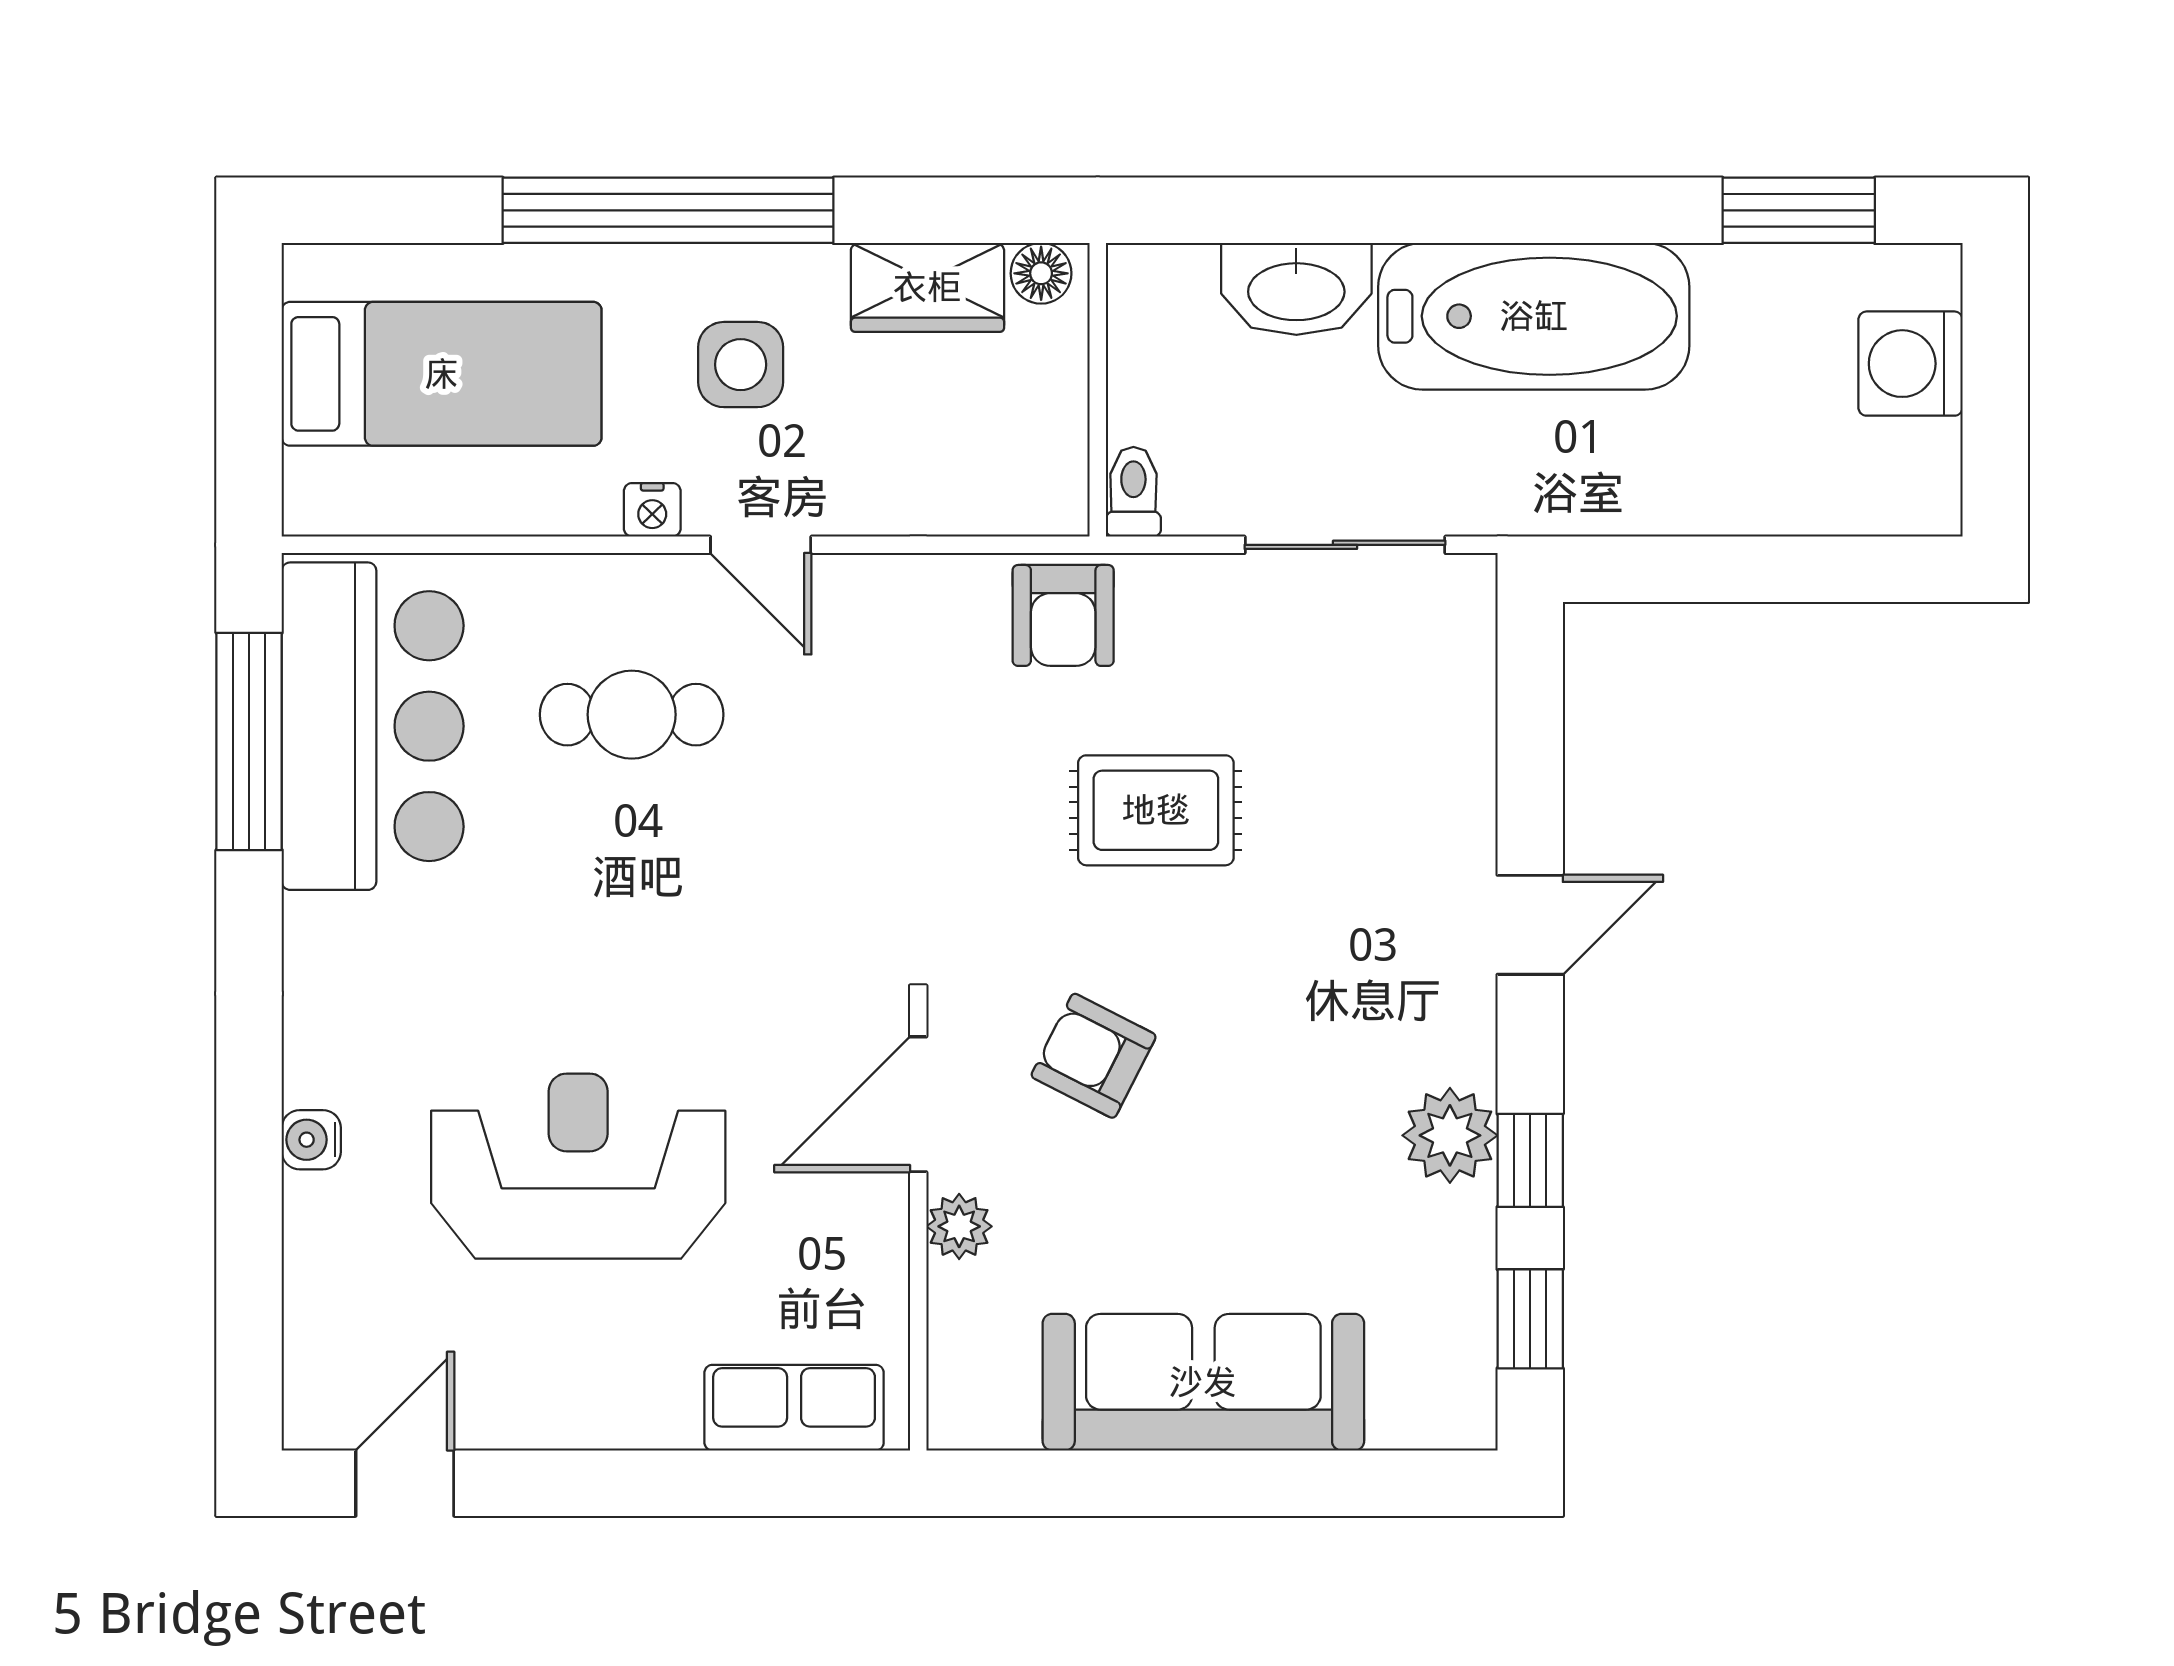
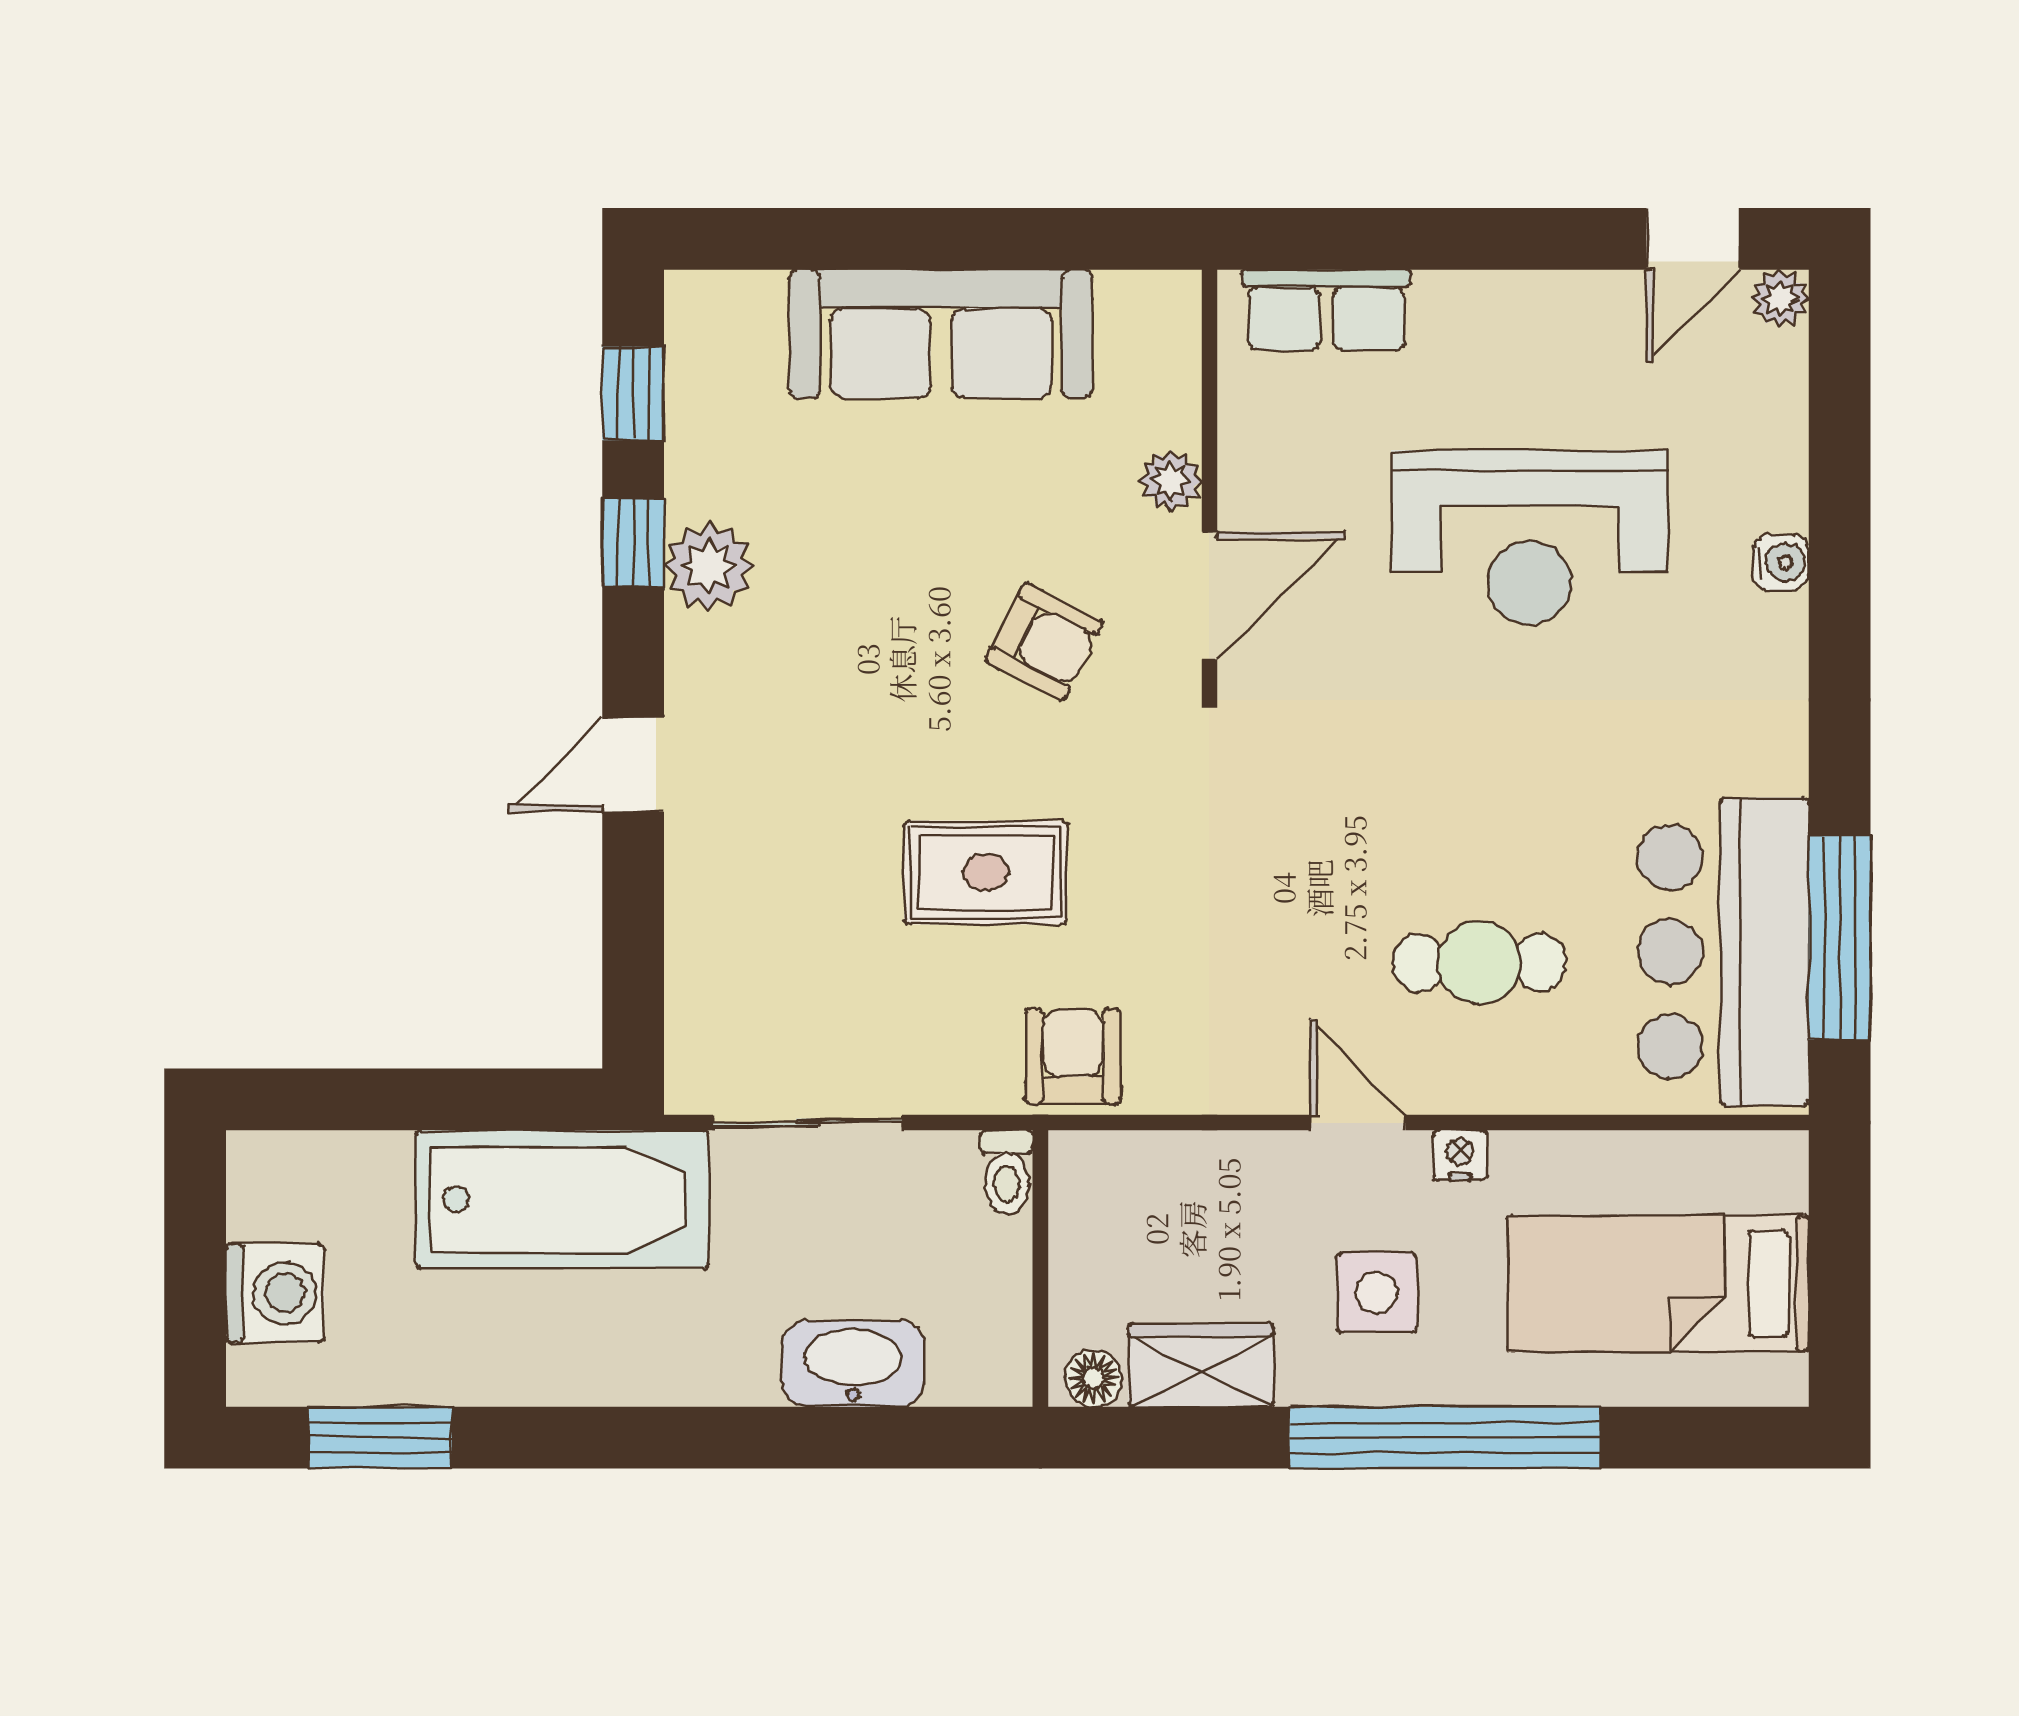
bathtub: (1534, 316) -> (562, 1199), moved, turned 180
plant: (312, 1420) -> (1780, 298), added

